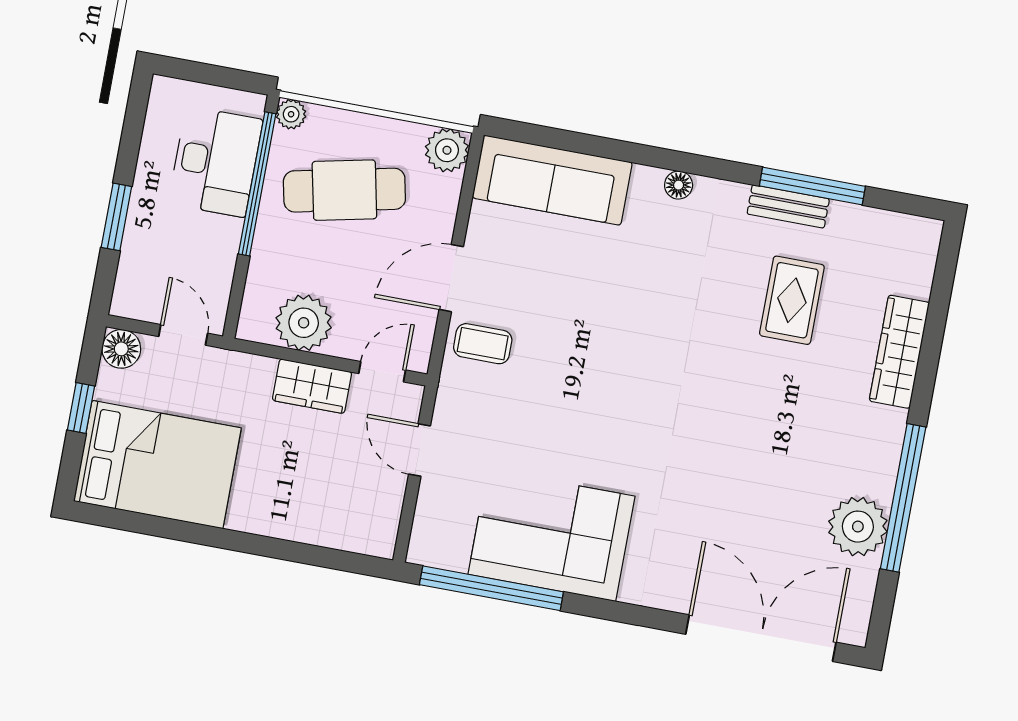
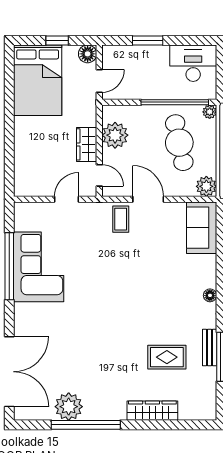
desk: (216, 162) -> (193, 63), moved, turned 180
sofa: (552, 180) -> (202, 228), width x0.73
window: (491, 588) -> (9, 266), moved

